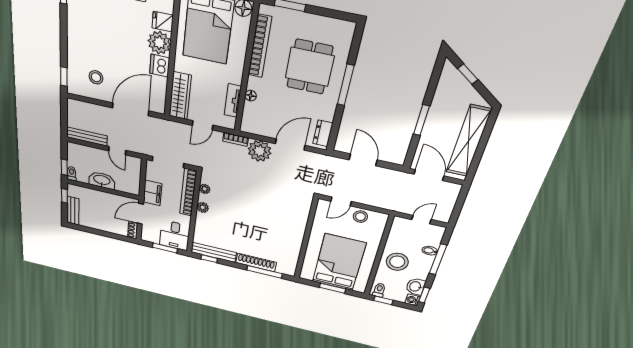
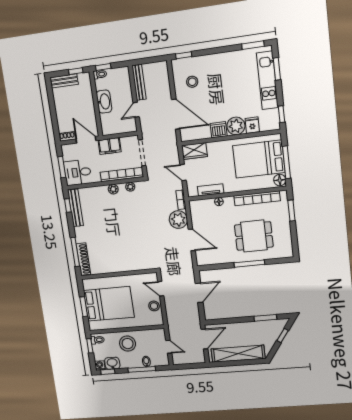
wardrobe: (180, 96) -> (194, 151), width x0.67
window: (421, 120) -> (265, 318), moved
dresser: (323, 133) -> (209, 260), removed
shoe rack: (256, 263) -> (83, 259), moved

